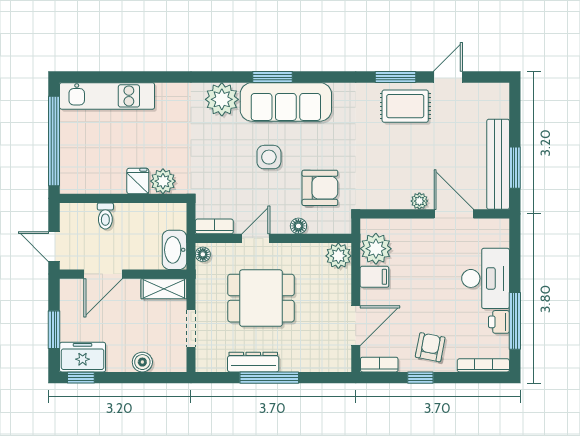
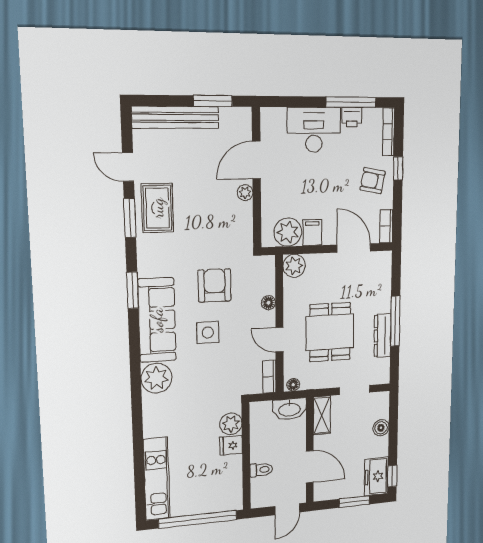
window: (273, 77) -> (133, 290), moved
bench: (498, 164) -> (175, 117), moved
armchair: (320, 188) -> (215, 285), moved
window: (420, 378) -> (398, 168), moved

